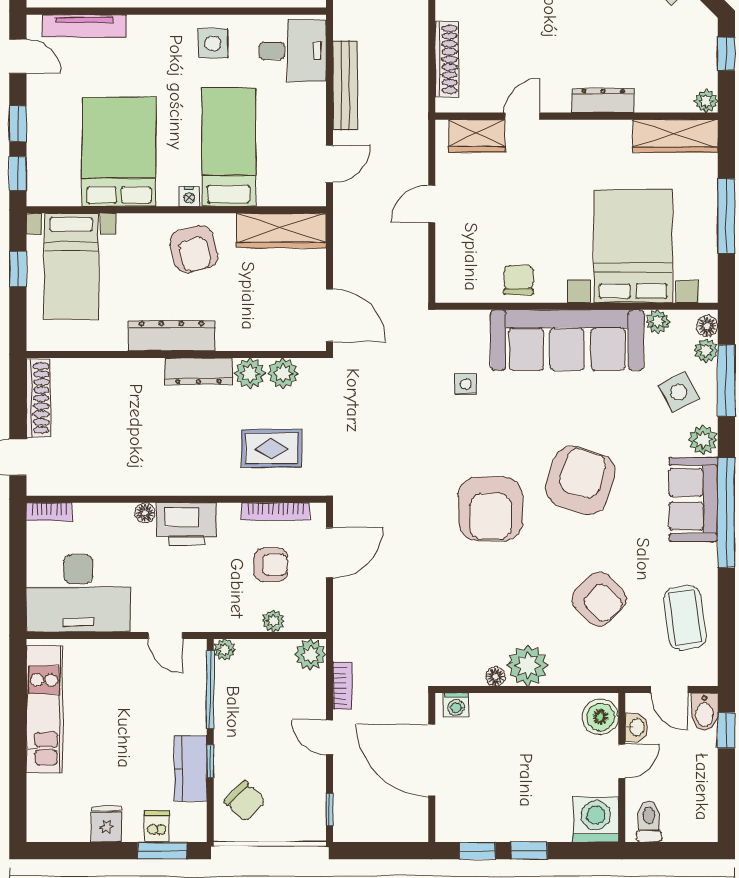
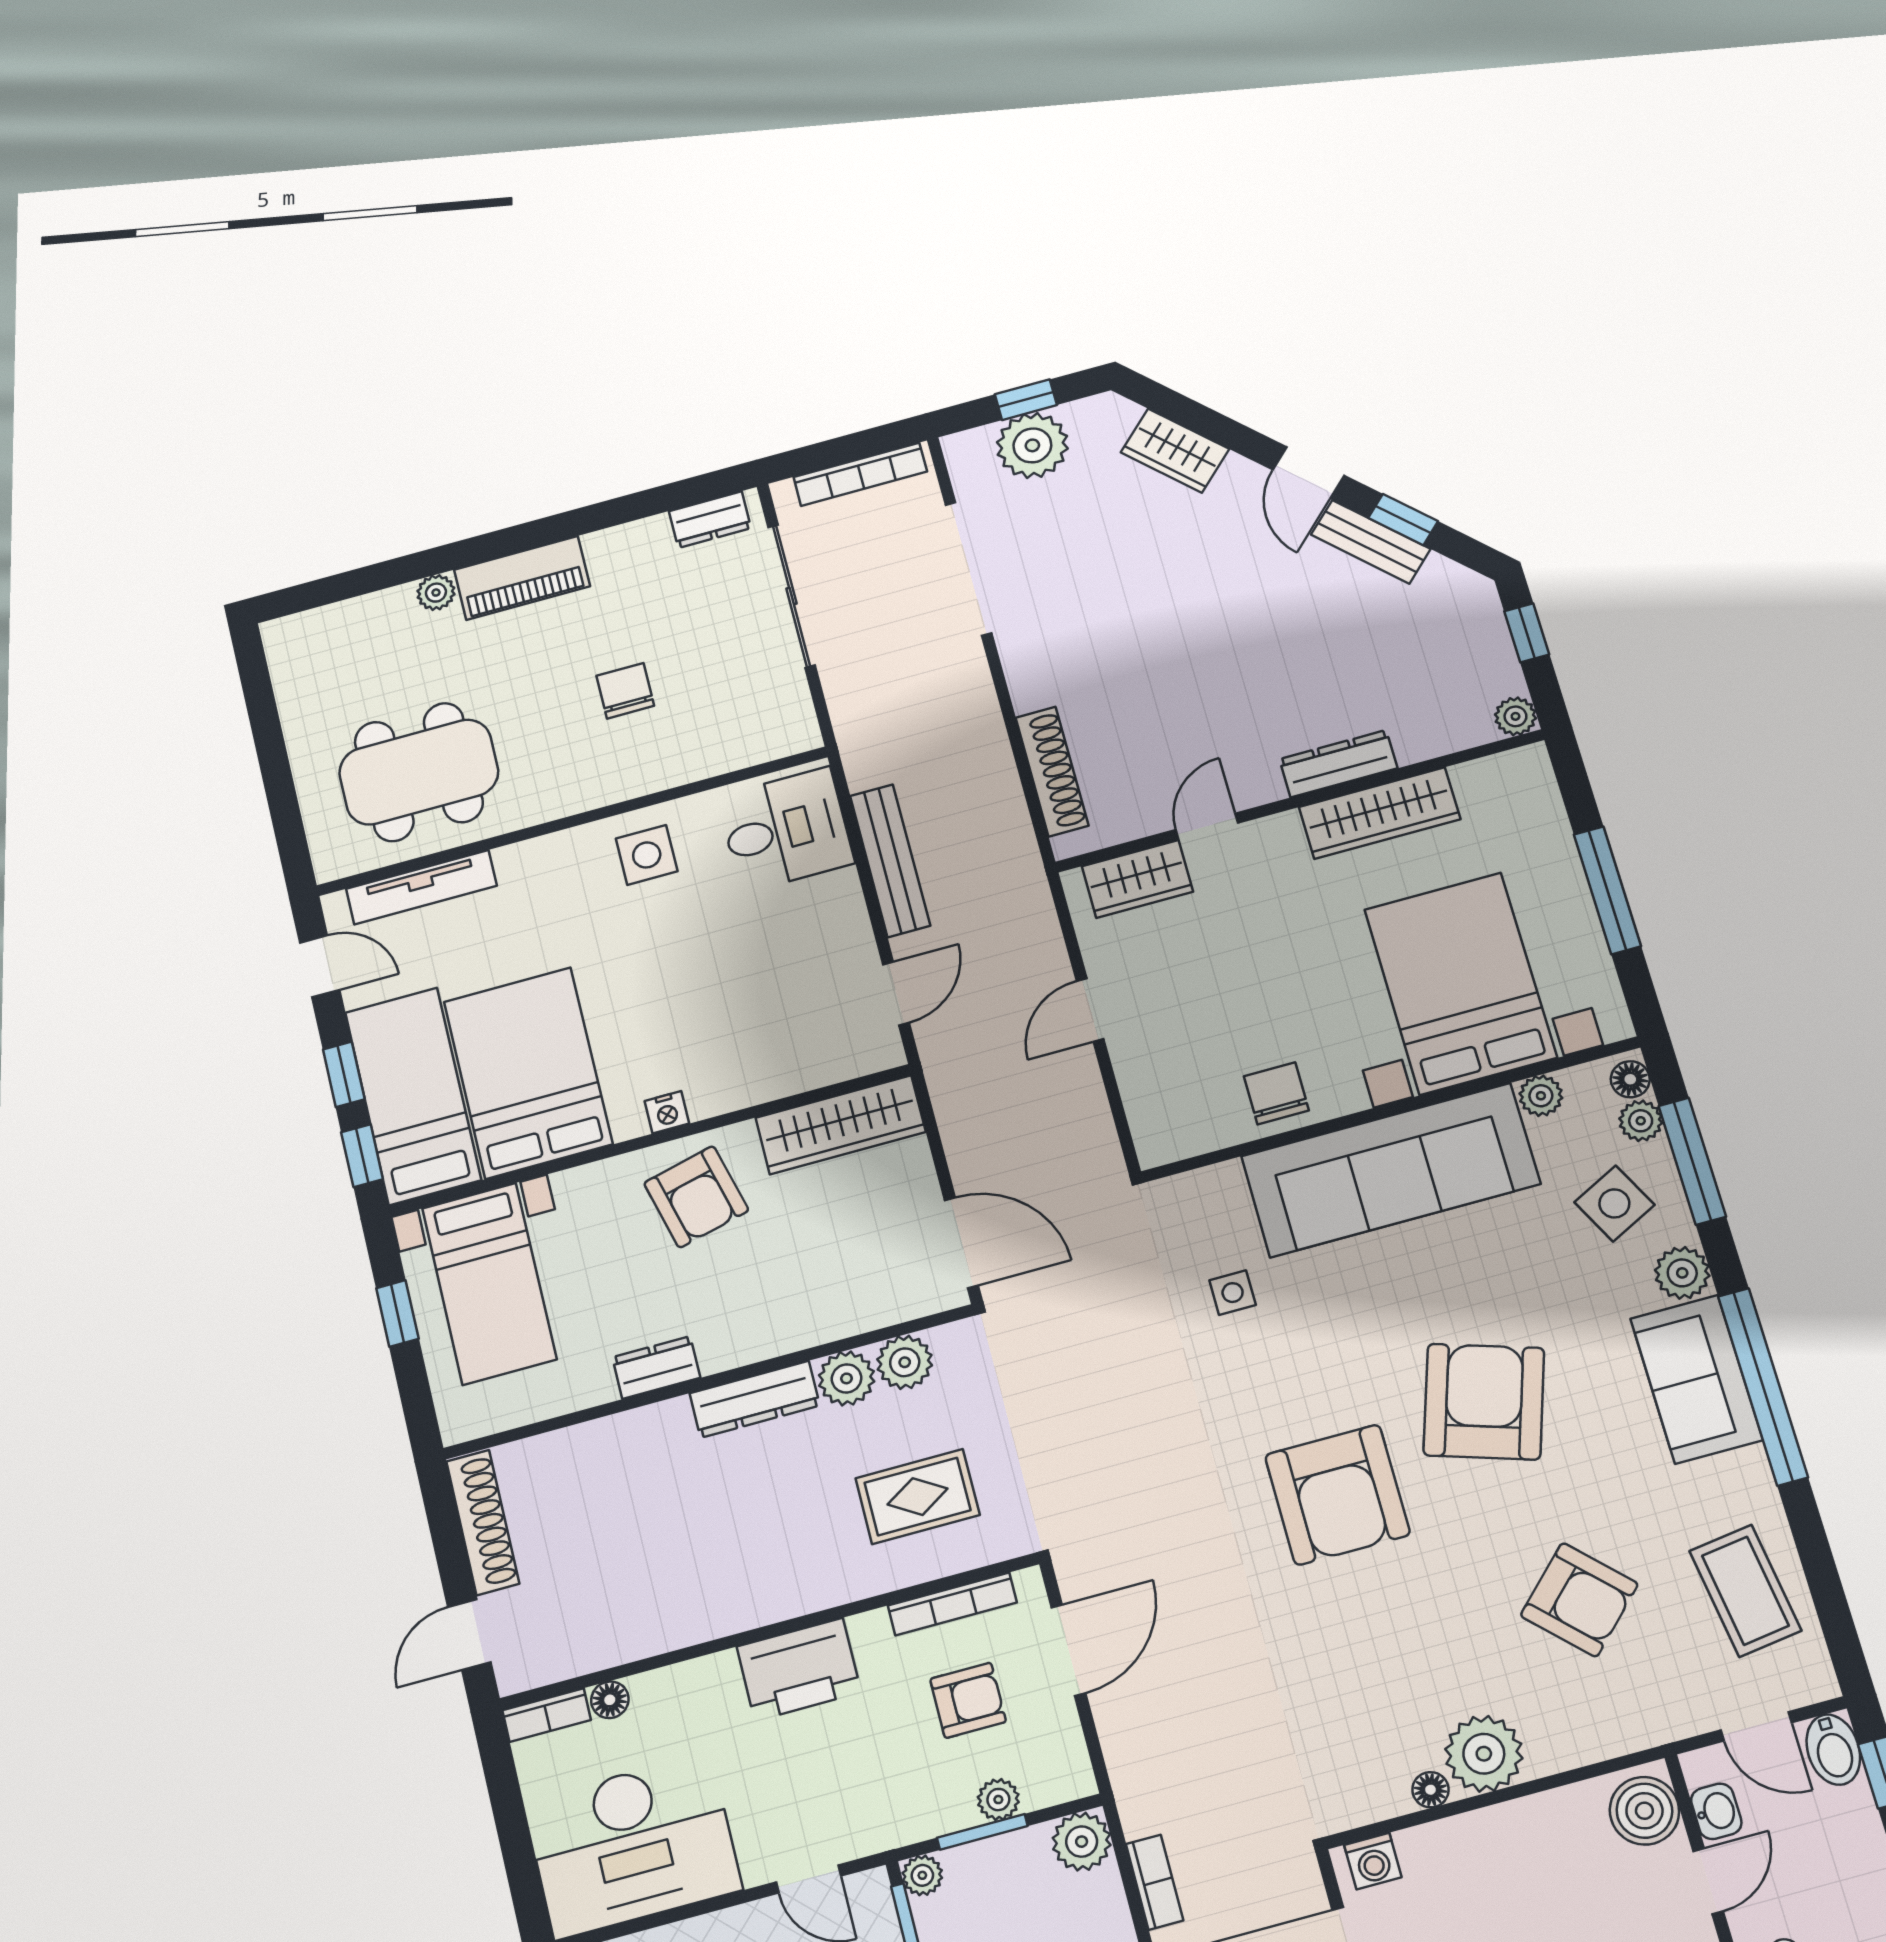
wardrobe: (675, 136) -> (1380, 813), moved
bed: (229, 147) -> (413, 1096), moved
dresser: (172, 336) -> (656, 1367), width x0.51, depth x0.80
floor lamp: (145, 513) -> (610, 1700), moved
window: (261, 636) -> (982, 1832), added

